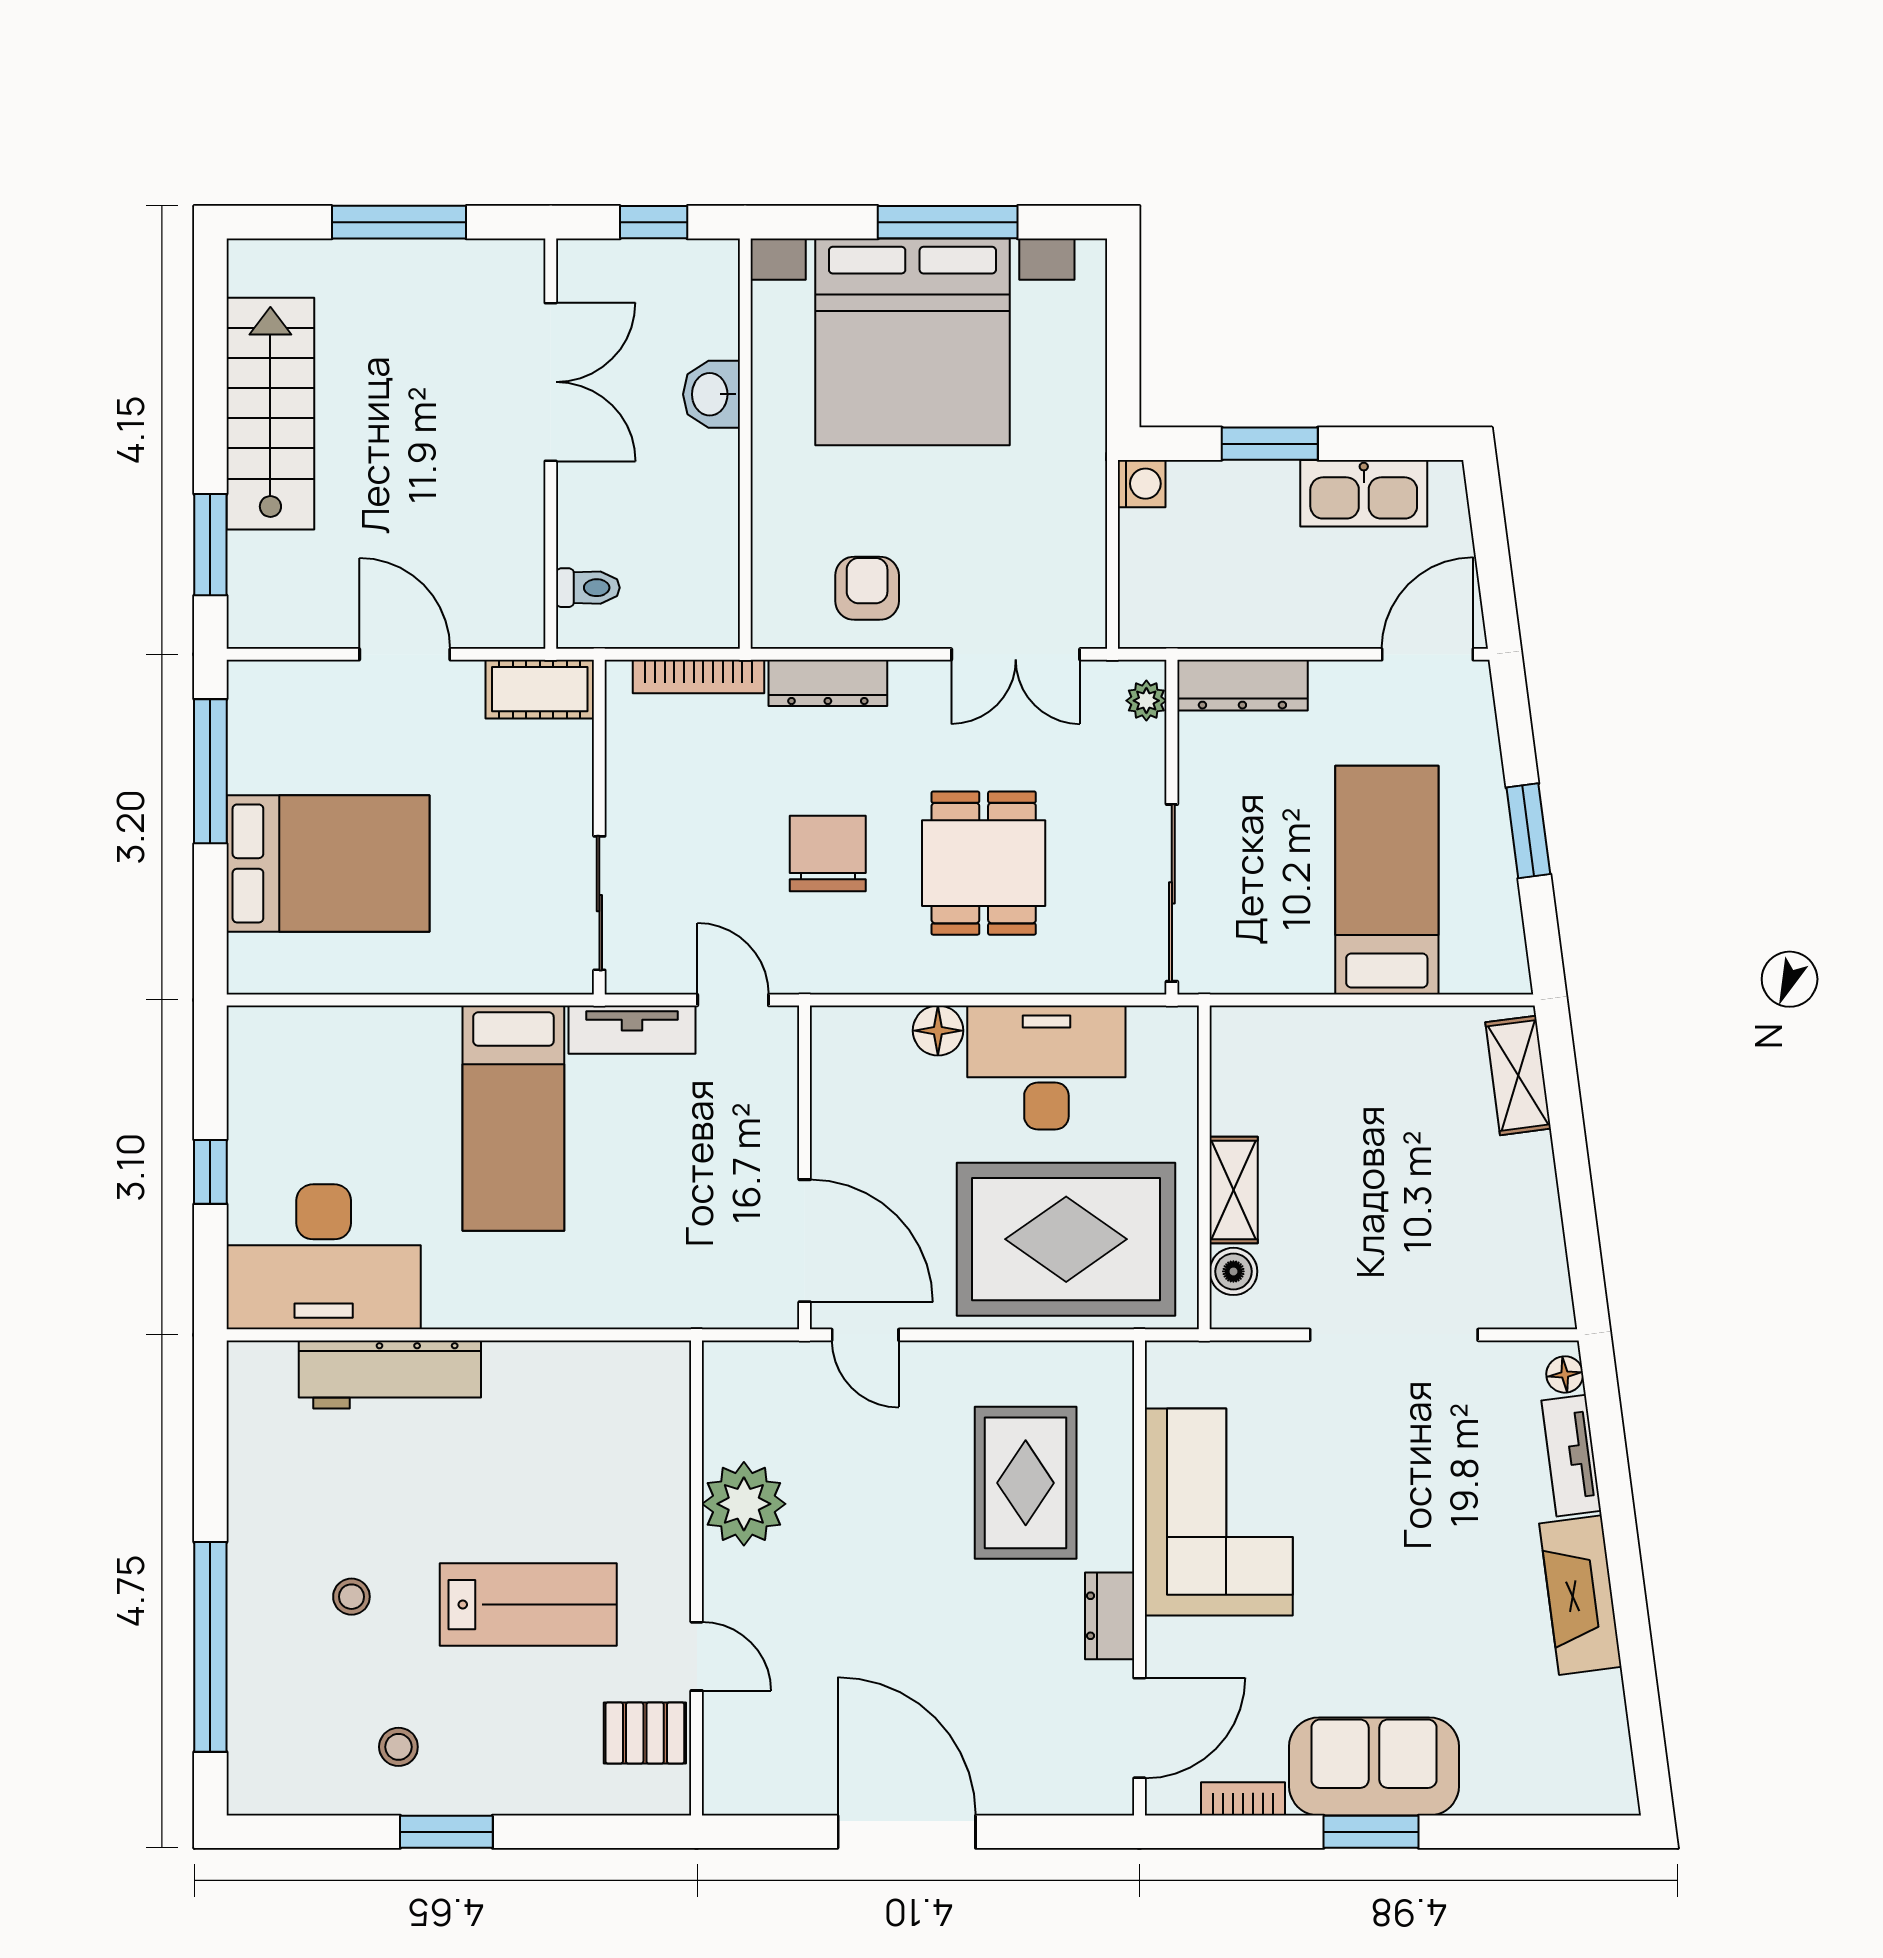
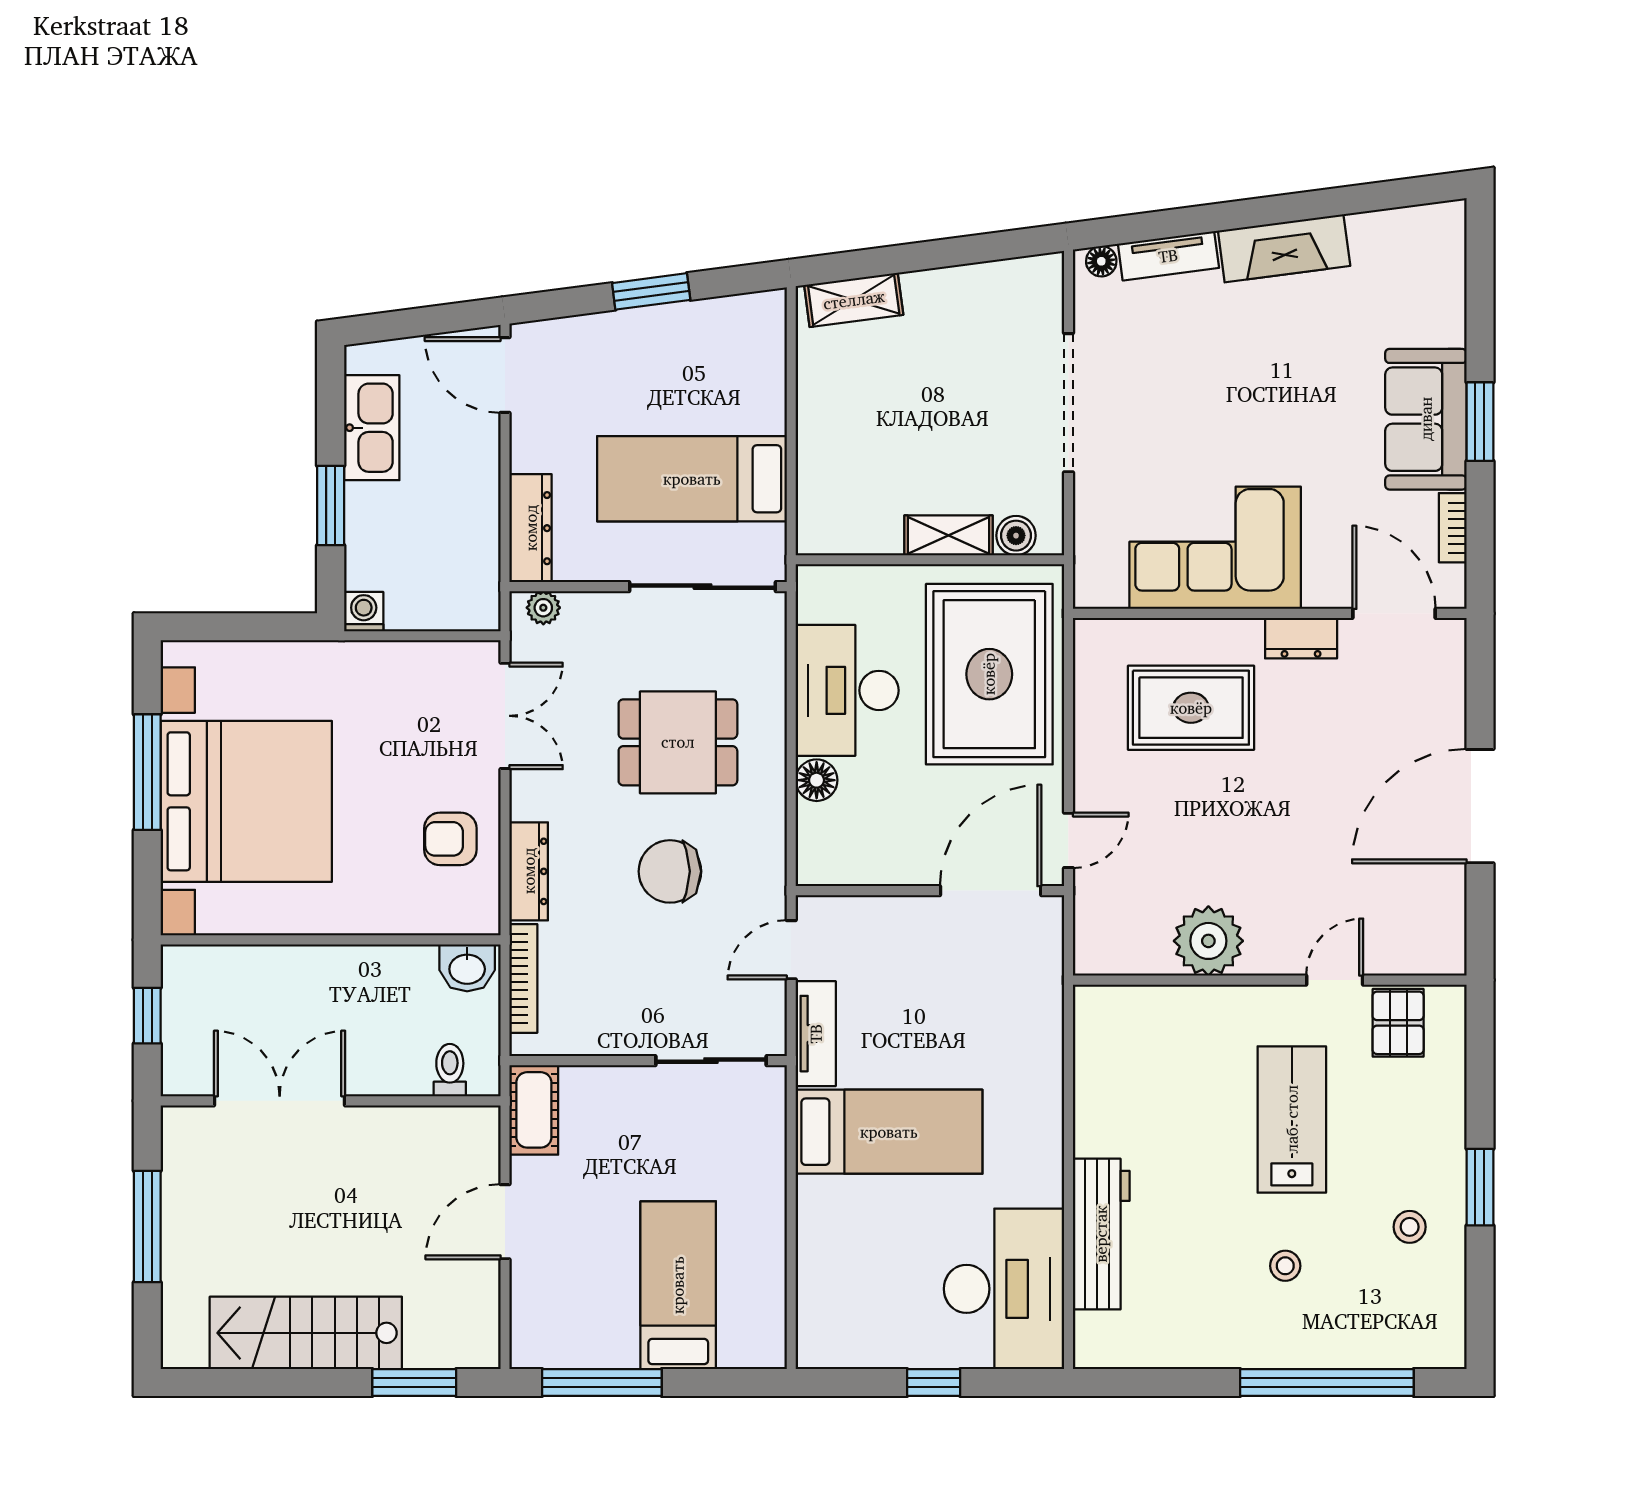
washbasin: (711, 394) -> (467, 968), moved
bed: (328, 863) -> (678, 1285), width x0.67
bed: (1387, 880) -> (692, 479), moved

